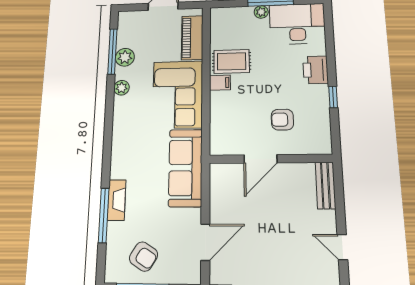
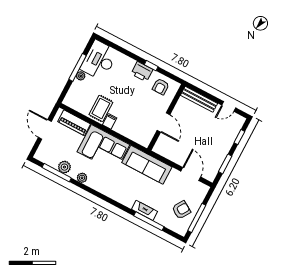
printer: (316, 70) -> (142, 72), moved
armchair: (282, 120) -> (161, 87), moved
bench: (325, 185) -> (199, 99), width x1.36

